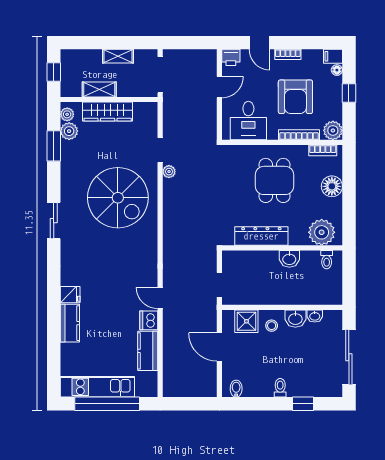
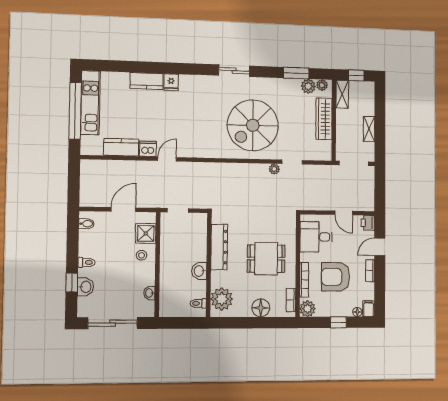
shelving: (99, 89) -> (342, 94), moved
washbasin: (295, 319) -> (85, 287), moved, turned 180

